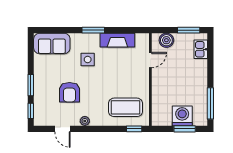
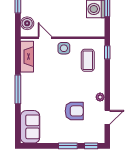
window: (93, 30) -> (18, 89), width x1.44
fireplace: (117, 40) -> (27, 57), moved
side table: (88, 59) -> (64, 48), moved
coffee table: (126, 107) -> (88, 60), width x0.73, depth x0.76

